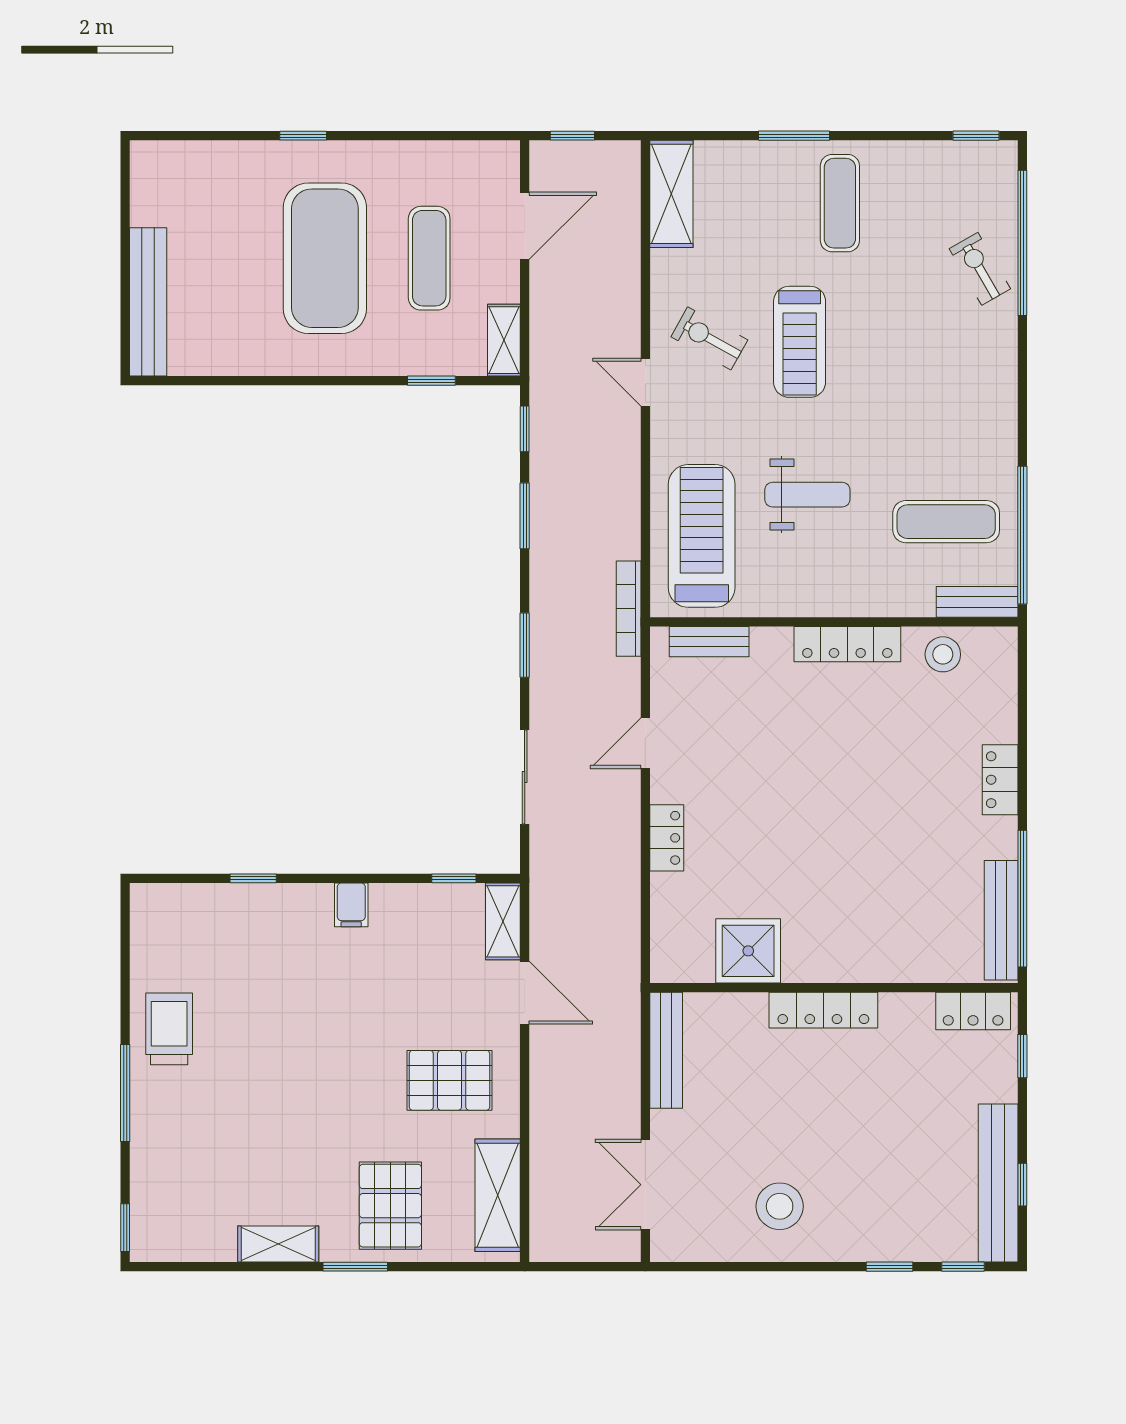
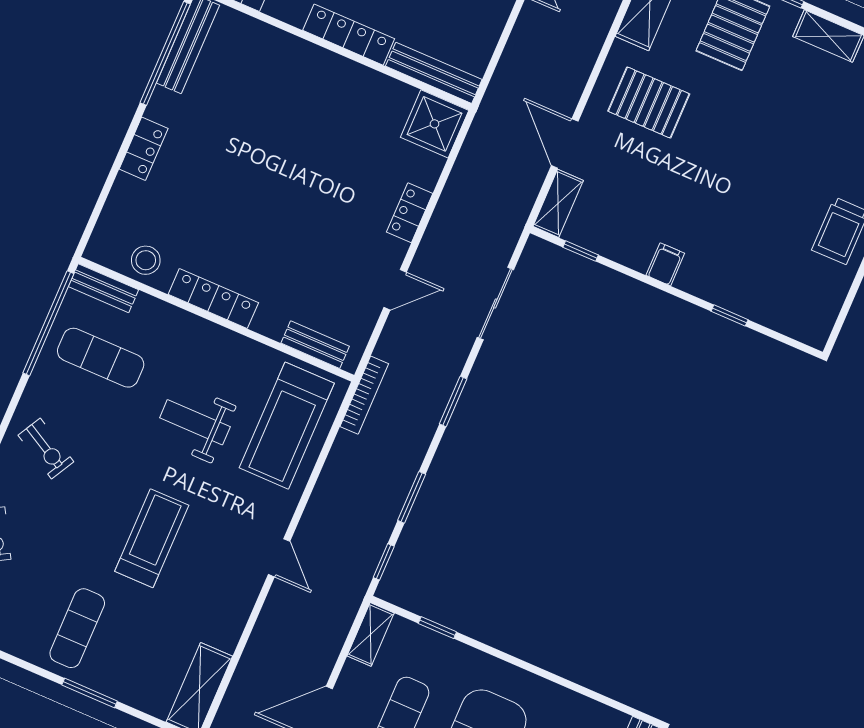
exercise bike: (709, 338) -> (46, 448), moved
shower: (748, 951) -> (435, 124), moved
bench: (666, 1050) -> (434, 73), moved, turned 90

